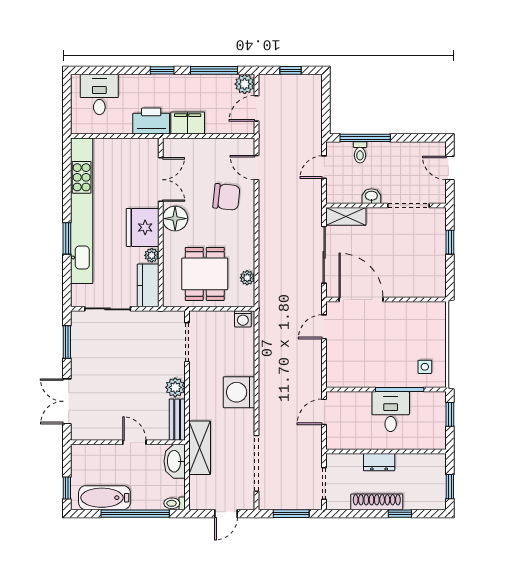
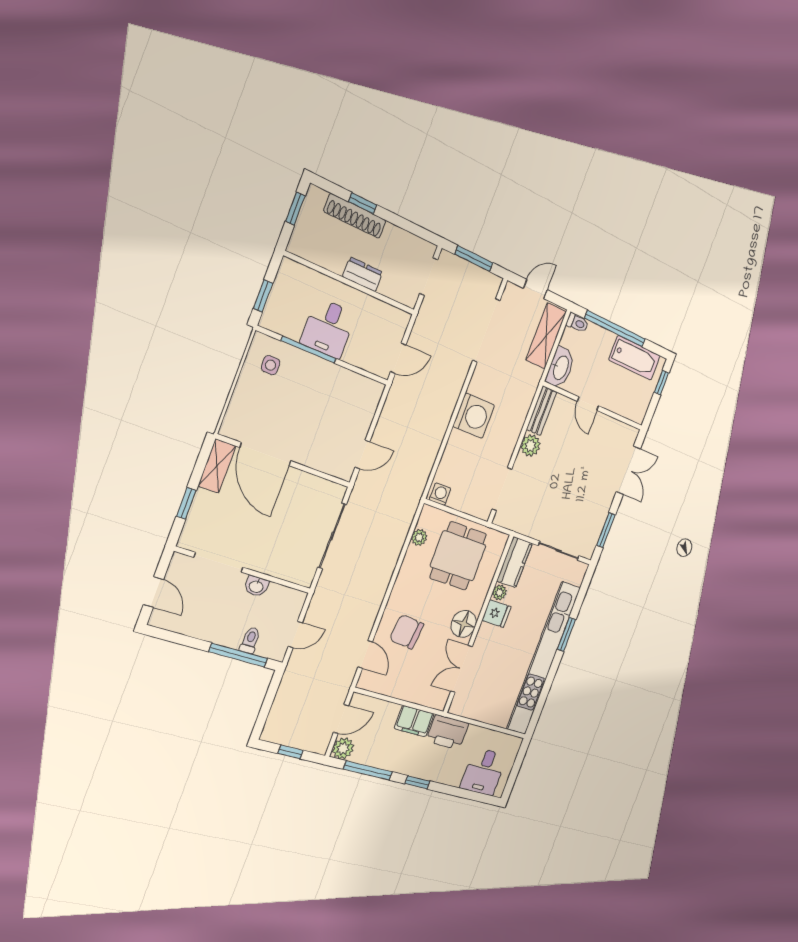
shelving: (346, 216) -> (217, 466), moved, turned 90
fridge: (143, 227) -> (496, 614), width x0.53, depth x0.75
door: (361, 299) -> (265, 454), moved
shelving: (200, 448) -> (546, 336), moved
shoe rack: (377, 502) -> (355, 216), moved

